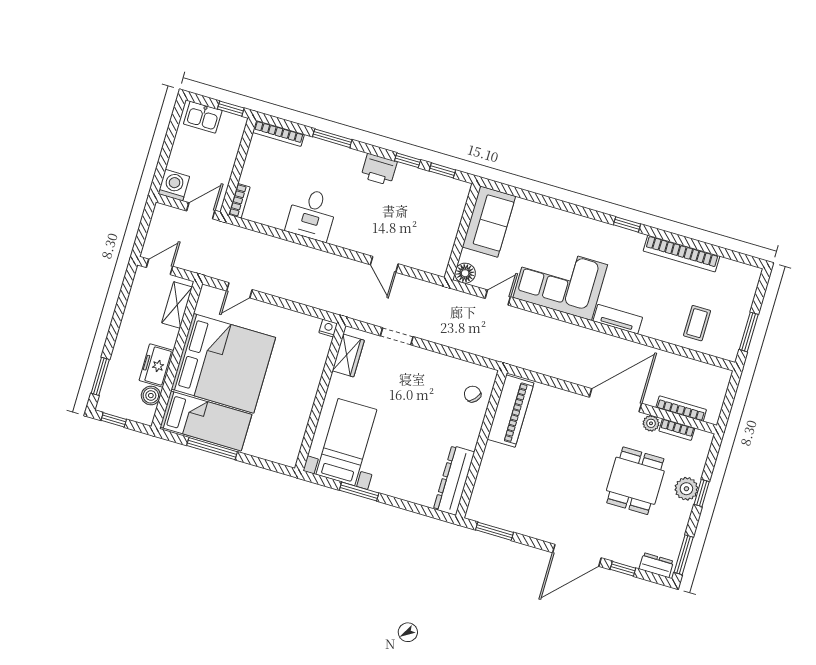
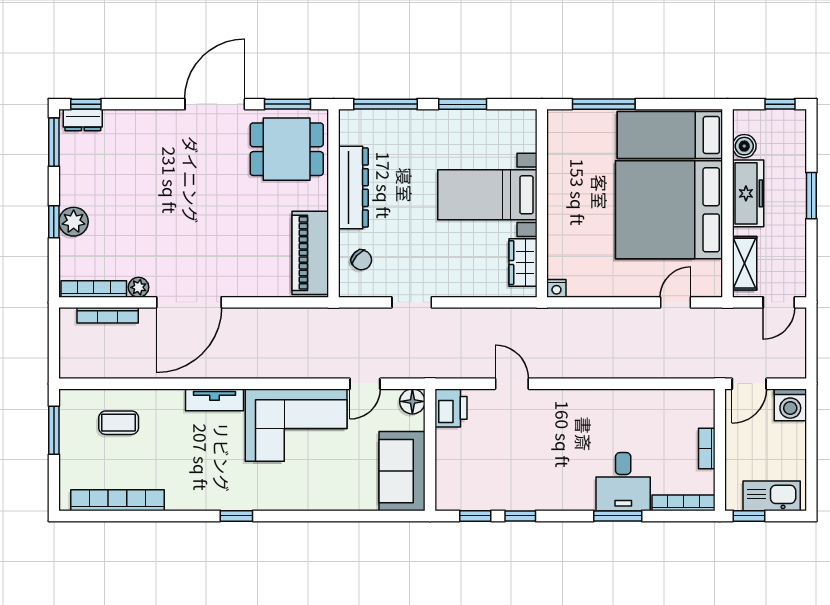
kitchen sink: (203, 117) -> (772, 496), width x1.38
printer: (379, 169) -> (451, 408), moved, turned 90
bookcase: (239, 201) -> (707, 449), moved
desk: (312, 214) -> (623, 482), moved, turned 180
bookcase: (681, 253) -> (118, 500), moved
coffee table: (697, 323) -> (119, 423), turned 90
doorway: (397, 336) -> (412, 302), moved
freezer: (156, 366) -> (748, 193), width x1.40
window: (100, 376) -> (811, 196), moved
bookcase: (677, 429) -> (94, 289), width x1.56
bed with nightstands: (346, 442) -> (487, 195), moved, turned 90
window: (212, 449) -> (604, 104), moved
dresser: (454, 480) -> (353, 188), moved
dining table: (635, 481) -> (287, 149), moved, turned 90
window: (419, 509) -> (385, 104), added
door: (577, 555) -> (215, 104), moved
window: (623, 569) -> (86, 104), moved

